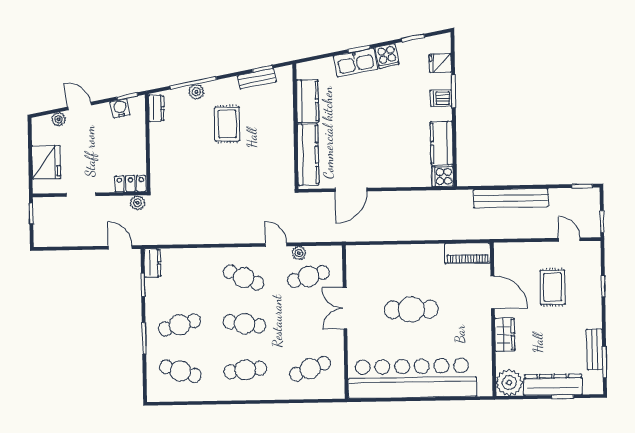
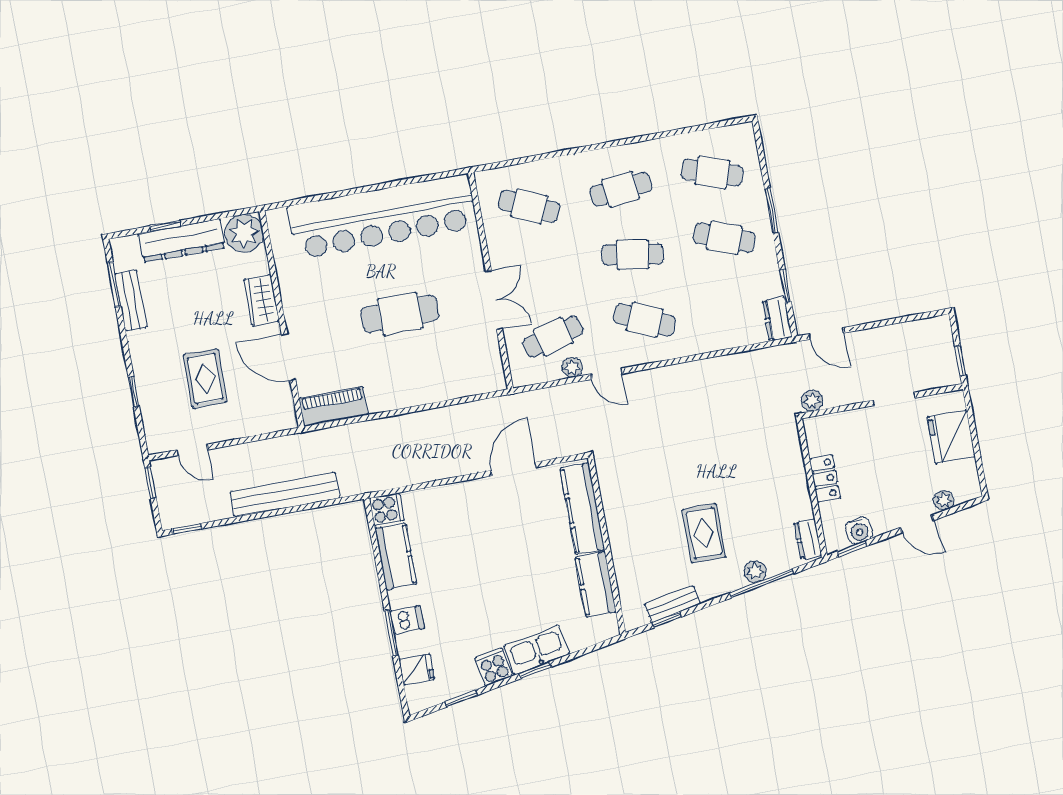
locker: (130, 184) -> (825, 478), moved, turned -90
cafe table: (180, 325) -> (724, 238), turned 36
cafe table: (310, 369) -> (529, 206), turned 45

